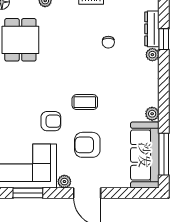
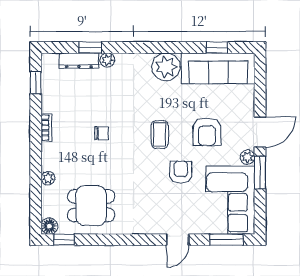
chair: (108, 42) -> (102, 133), moved
plant: (152, 114) -> (166, 67), width x1.87, depth x1.87
window: (164, 154) -> (217, 47), width x0.46
window: (28, 193) -> (260, 173), moved

